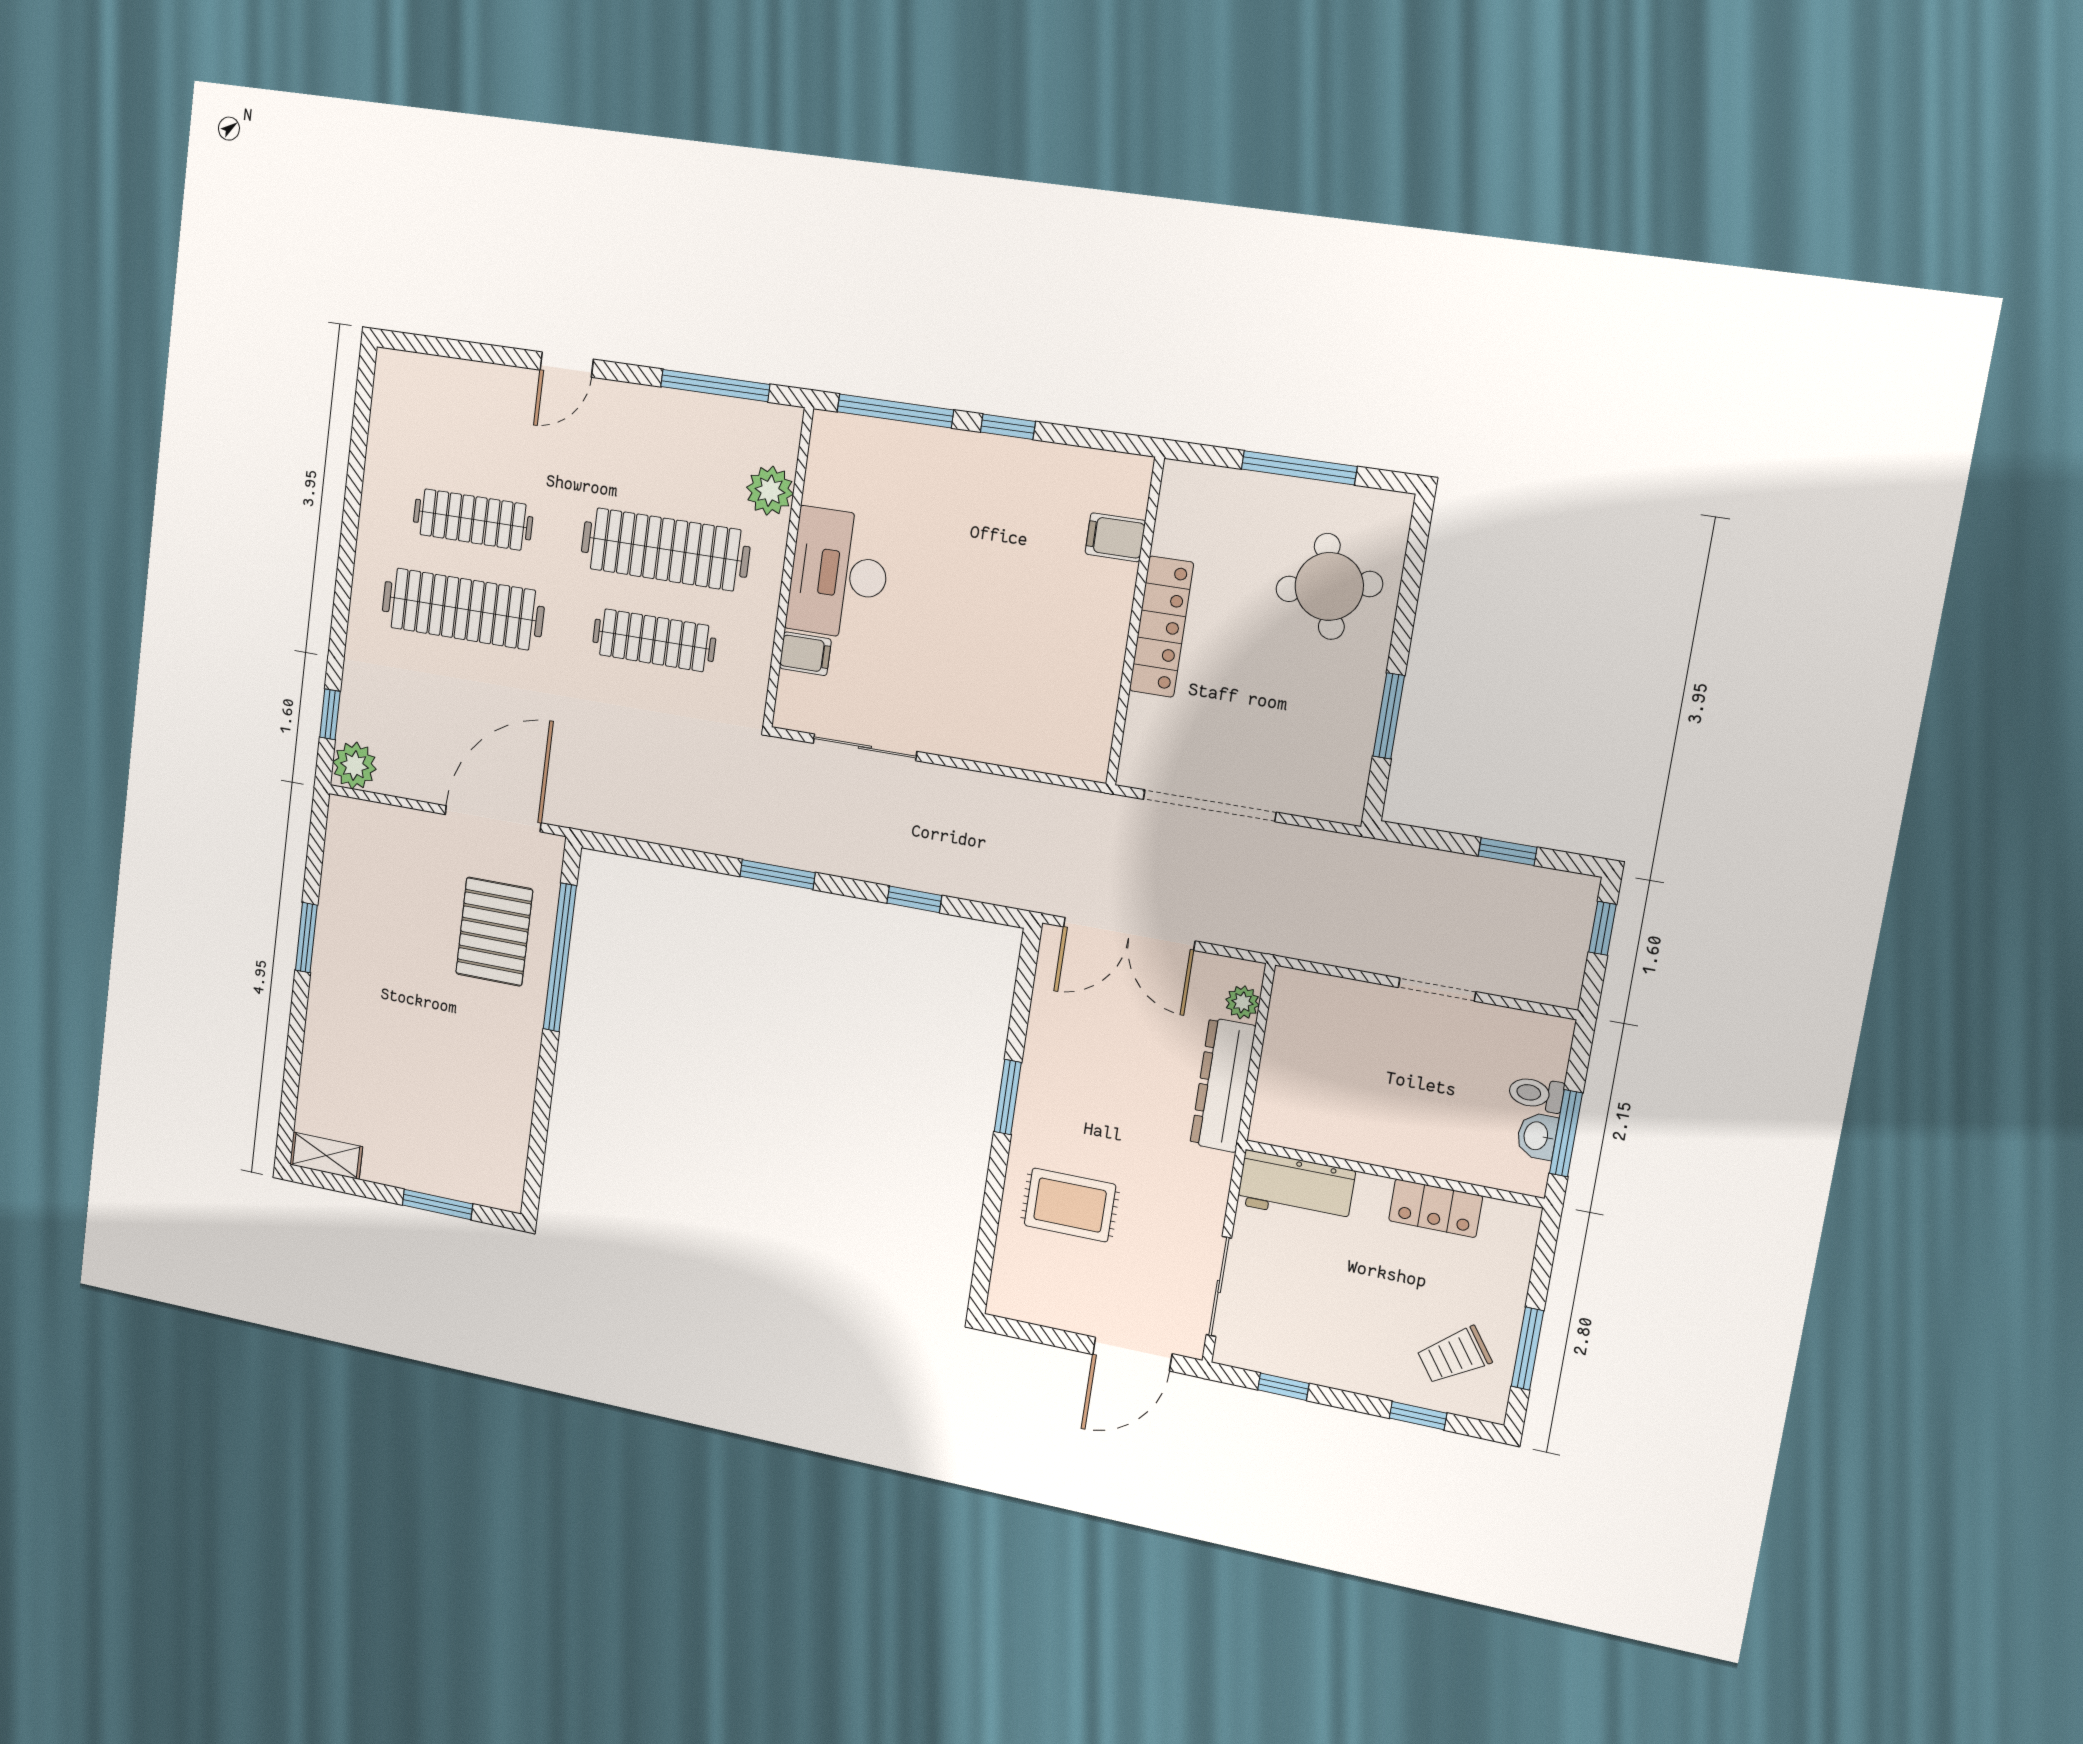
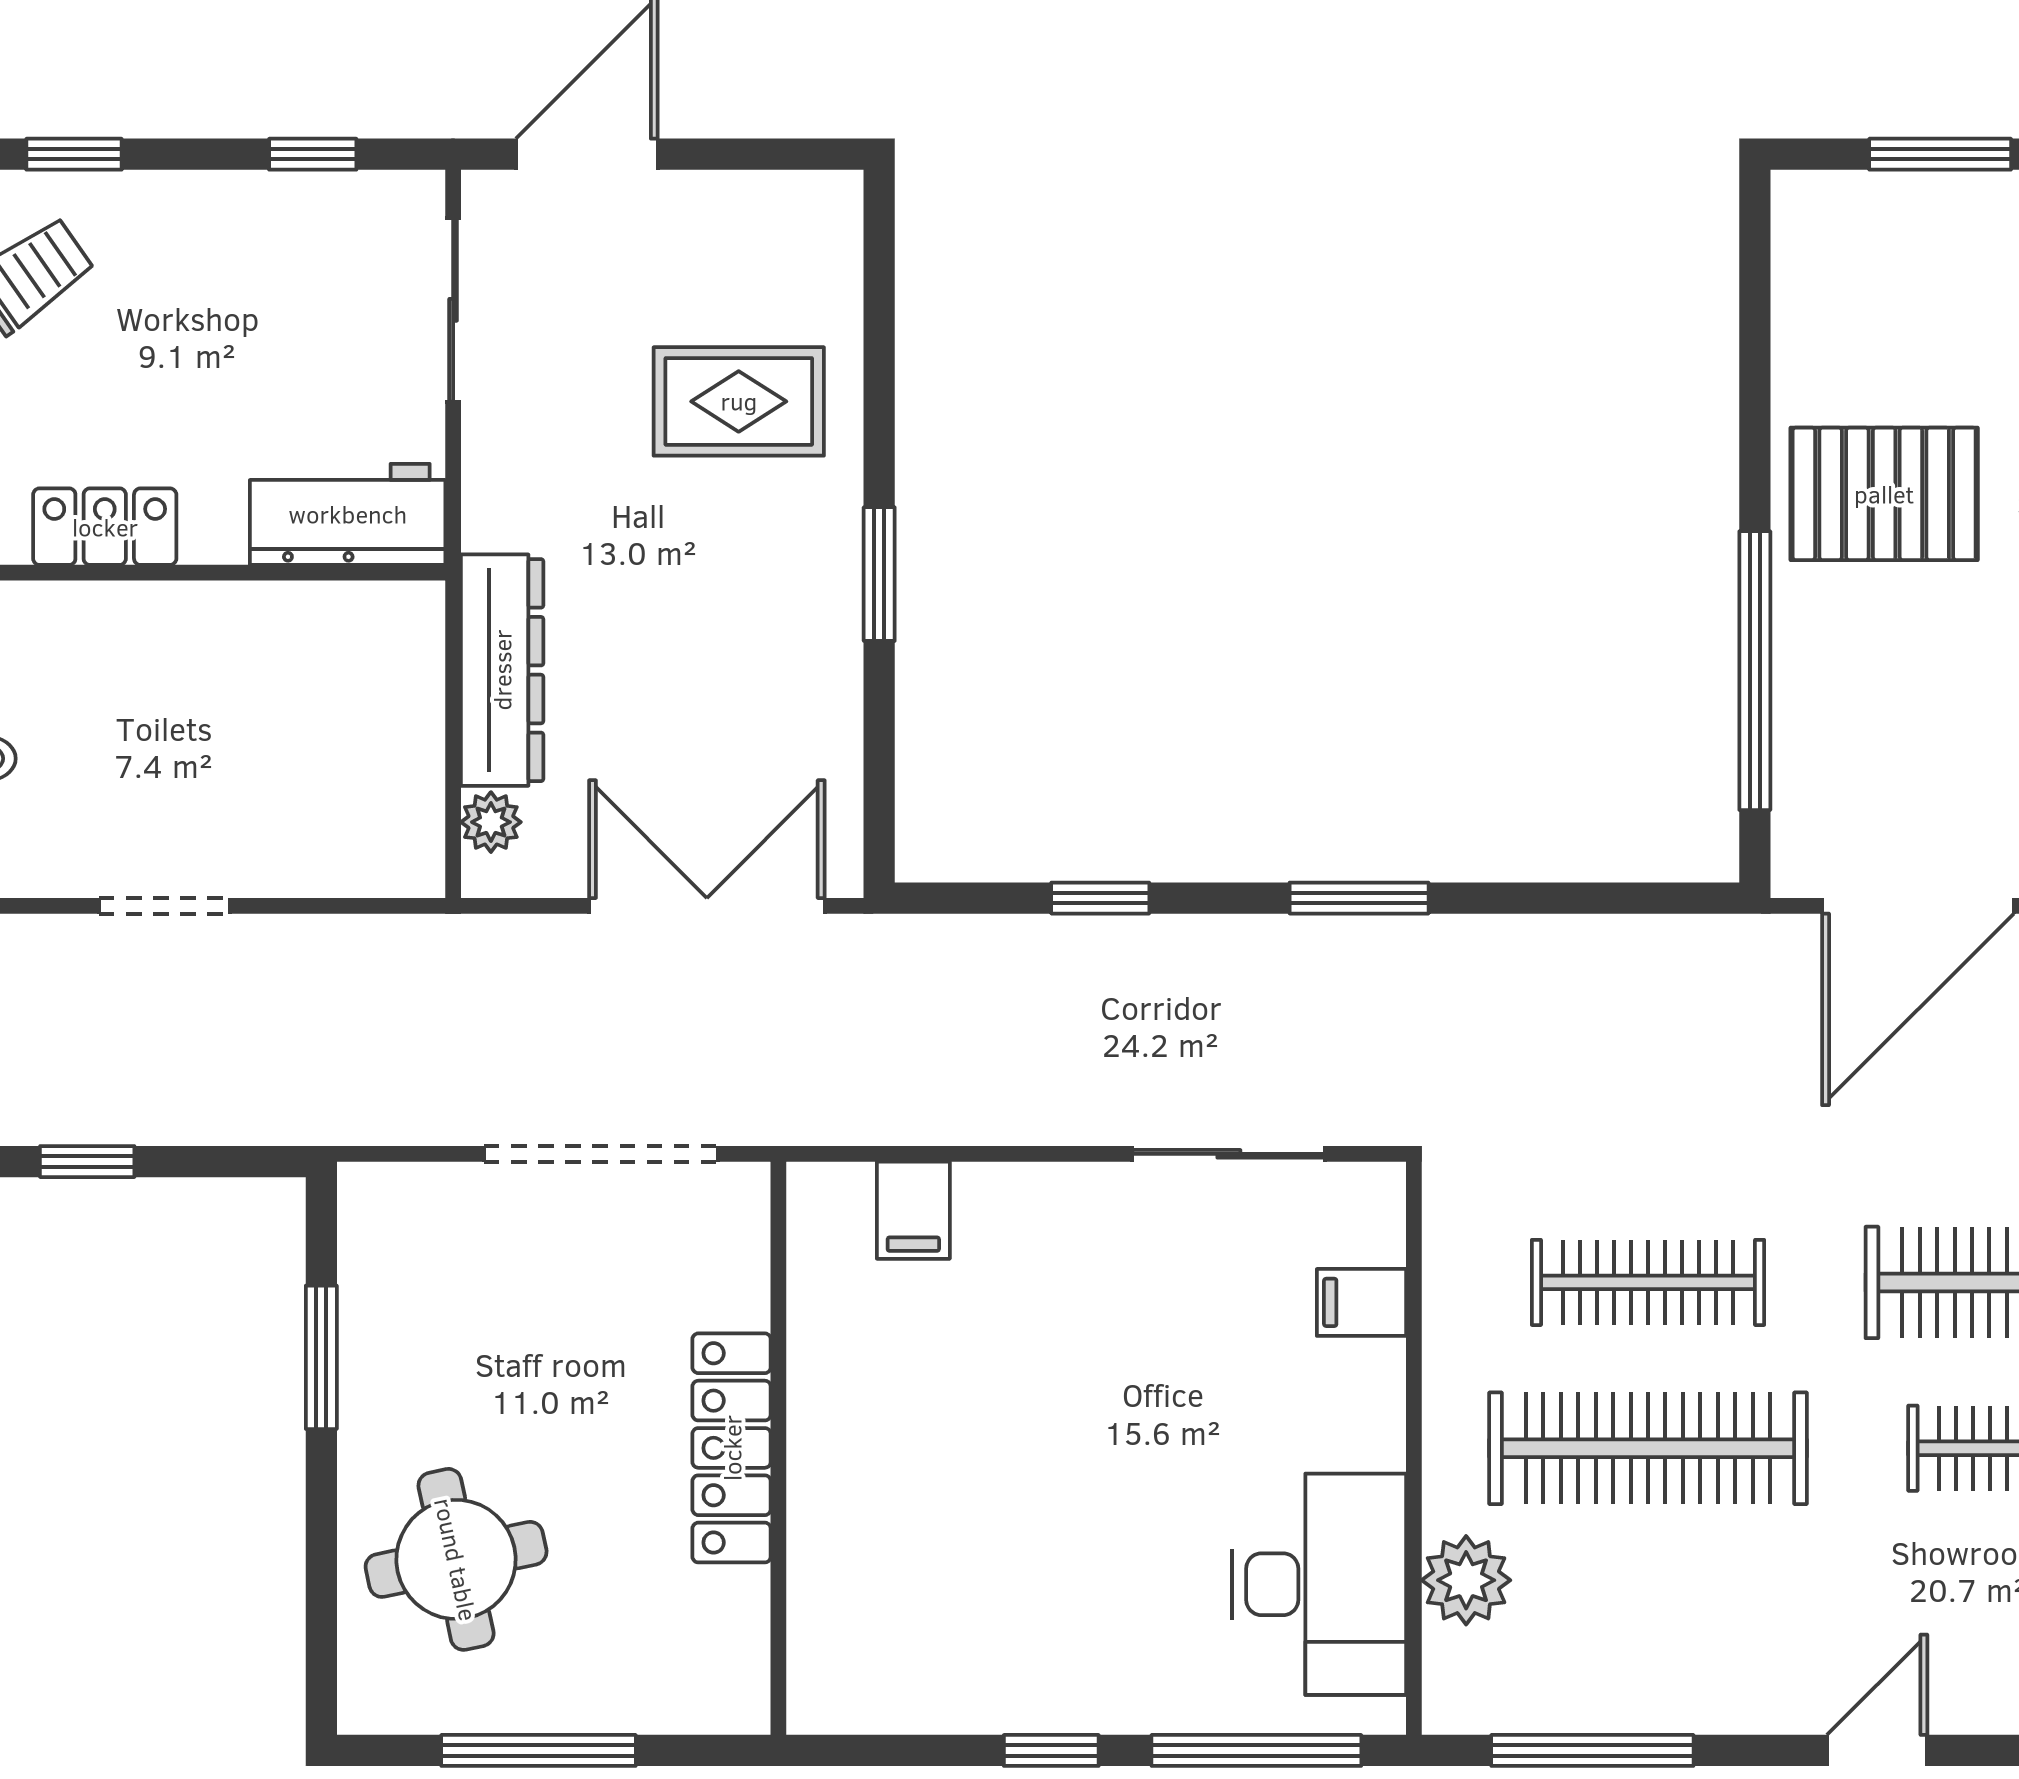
filing cabinet: (1115, 537) -> (913, 1210), moved, turned 90
desk: (839, 574) -> (1319, 1584), moved
pallet: (494, 932) -> (1884, 494), moved, turned 90

